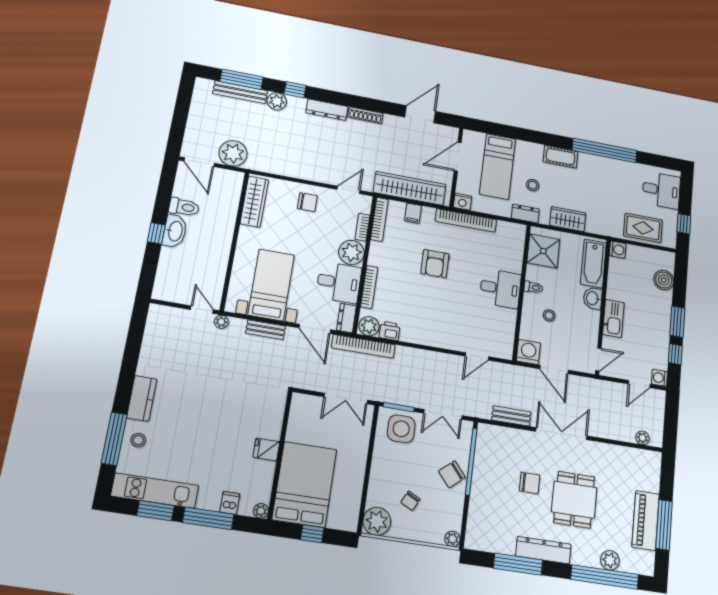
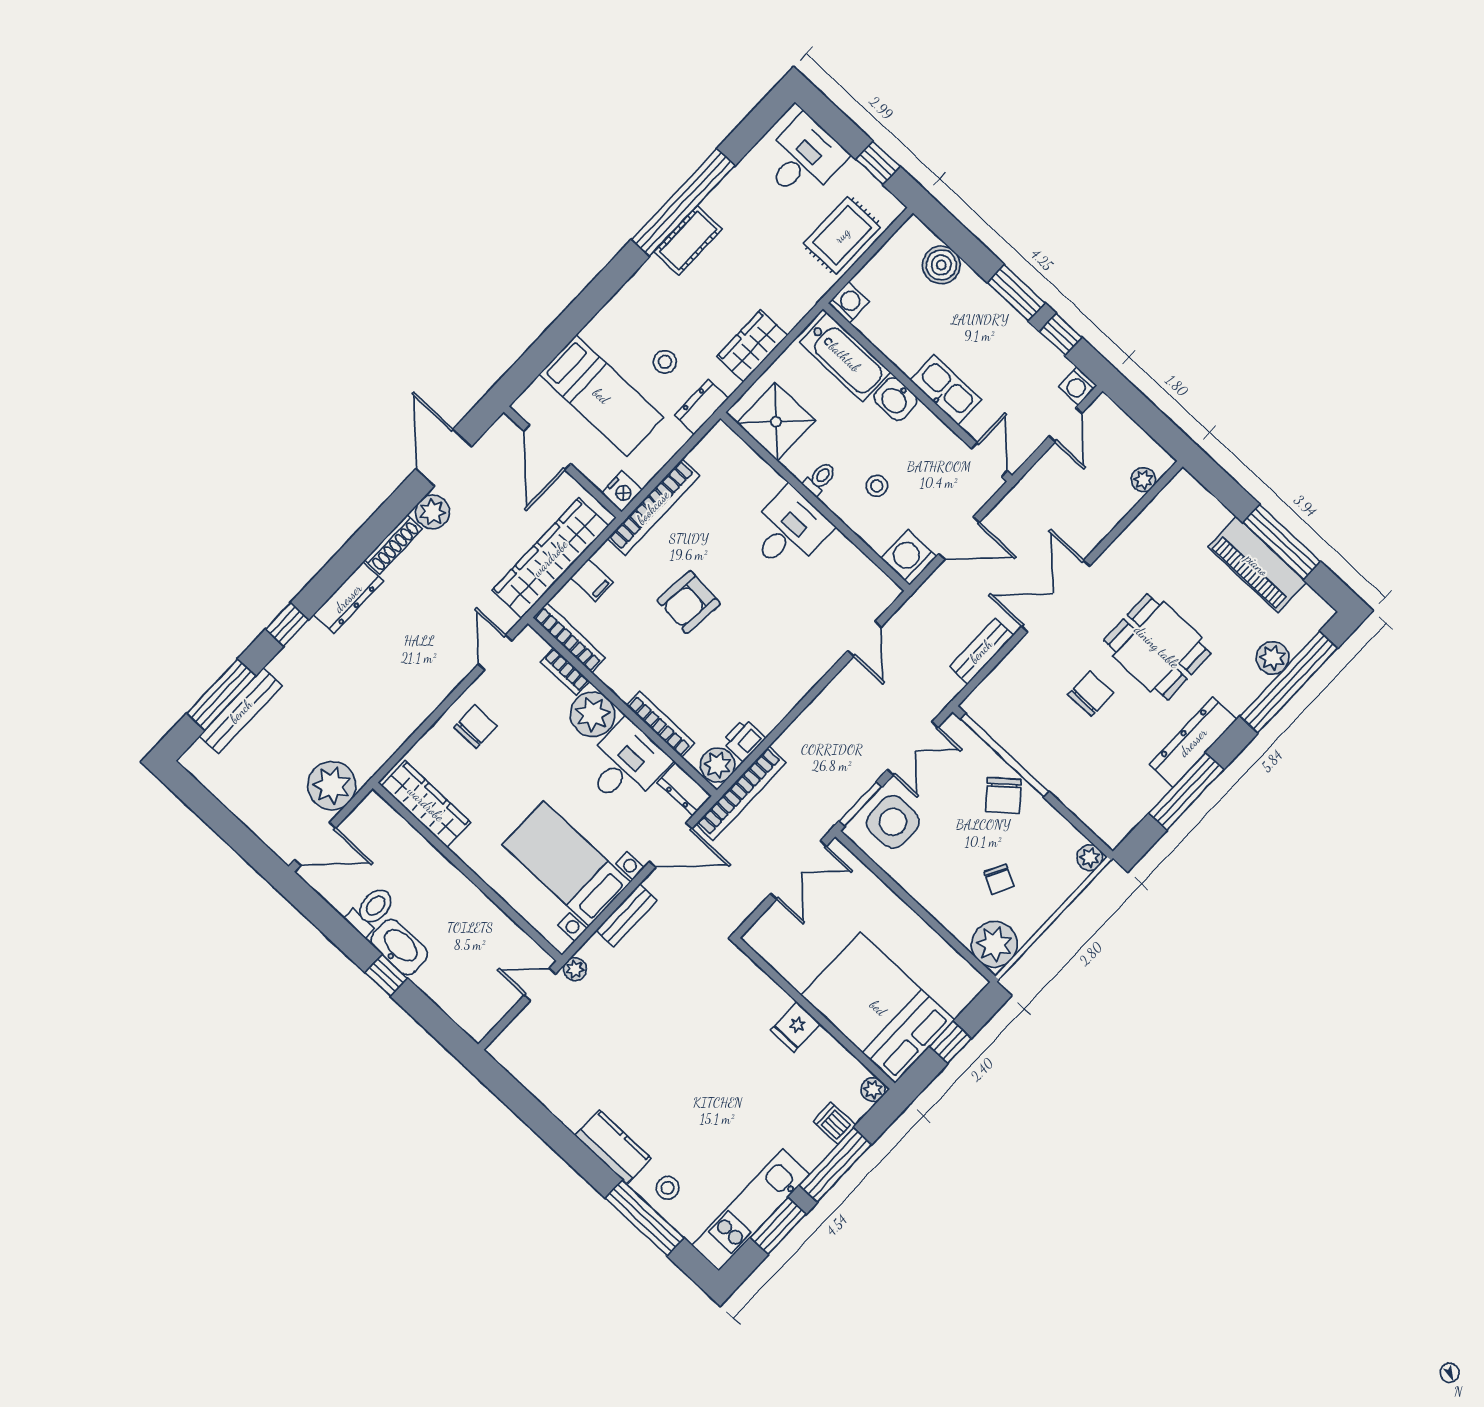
plant: (277, 101) -> (433, 512), moved
cot: (560, 157) -> (688, 240), moved
armchair: (435, 264) -> (689, 602), turned 95

